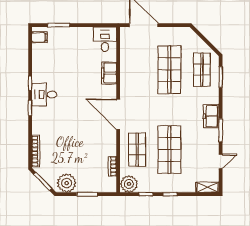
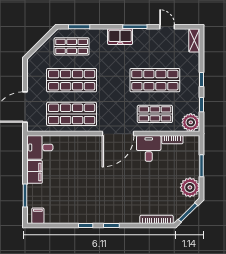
shop shelf: (137, 70) -> (72, 114), added
filing cabinet: (109, 73) -> (35, 172), moved, turned -90
desk: (44, 95) -> (149, 148), moved, turned 180

